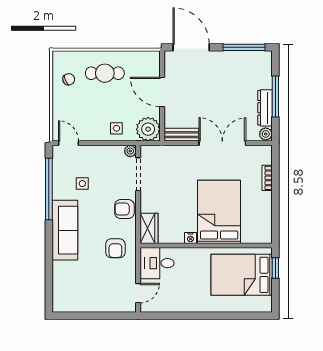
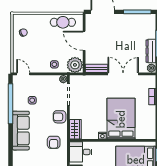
cafe table: (105, 73) -> (63, 22), moved

